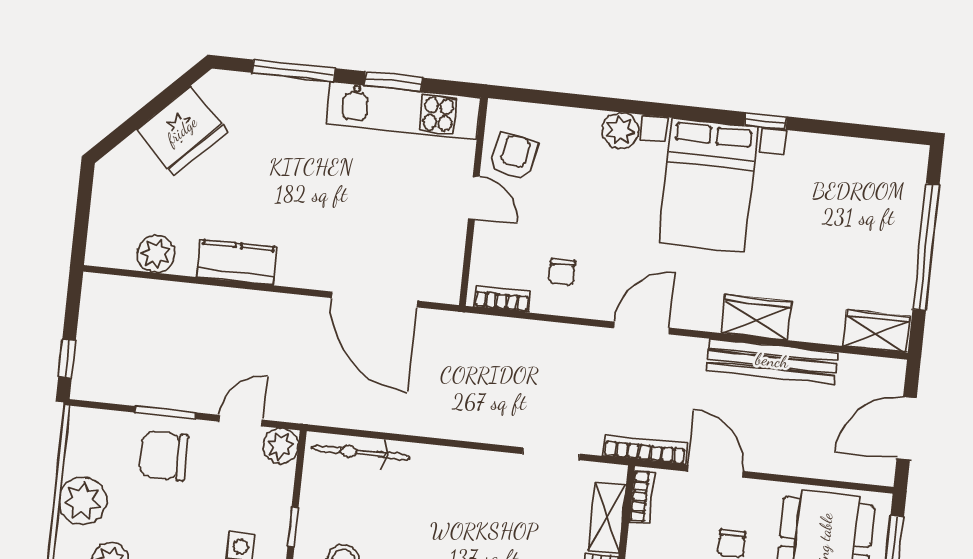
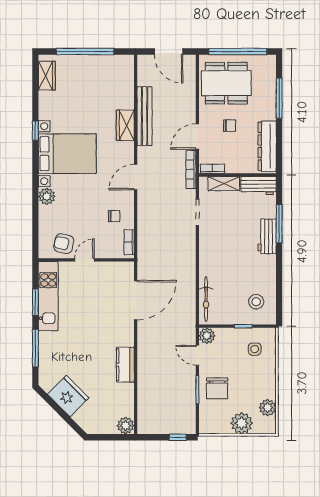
plant: (156, 254) -> (126, 426), moved
door: (642, 328) -> (136, 177), hinge flipped
wardrobe: (876, 331) -> (47, 76), moved, turned 180

